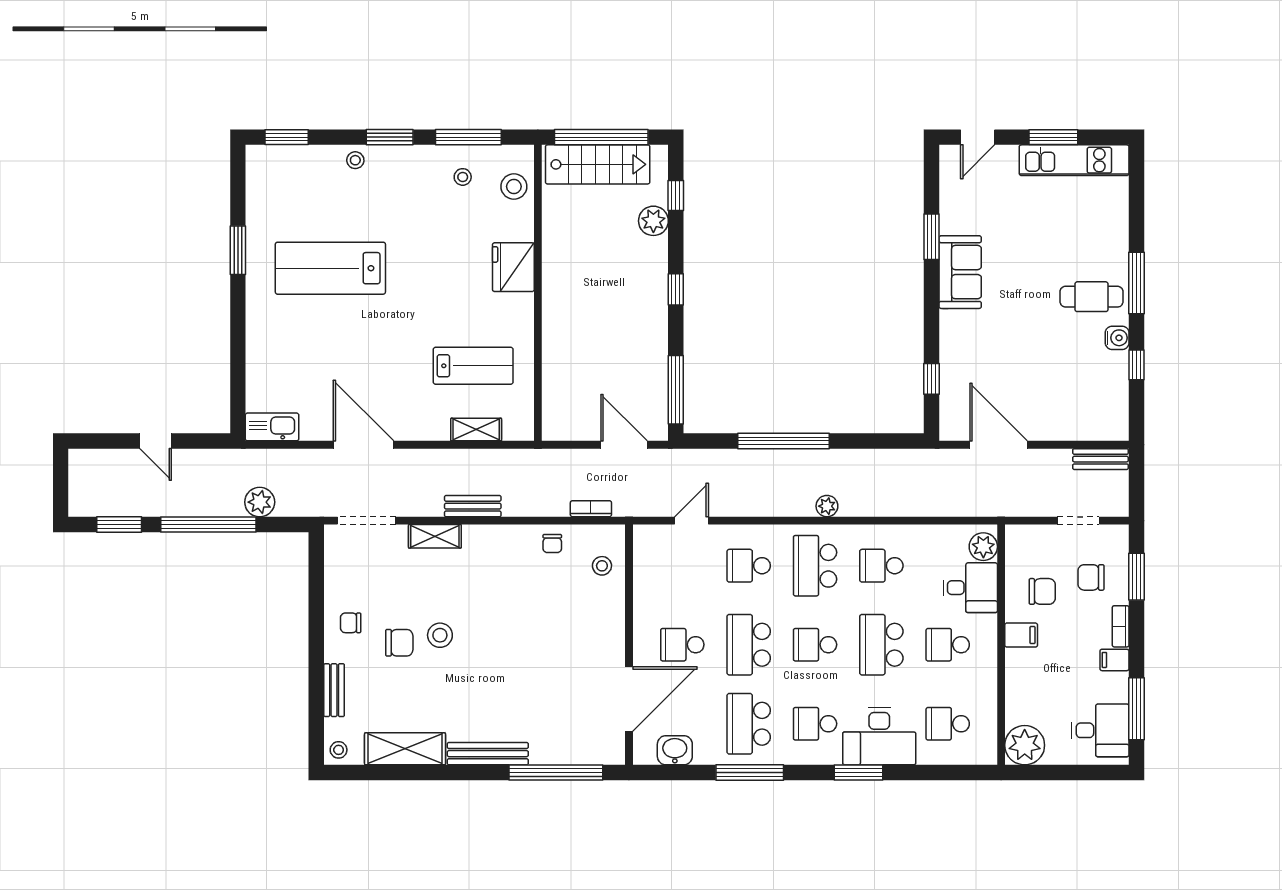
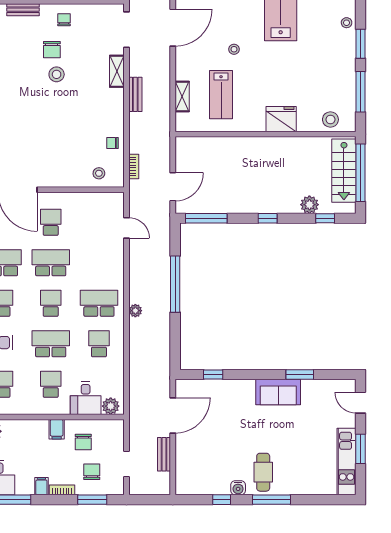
stool: (463, 177) -> (234, 49), moved
bench: (1101, 459) -> (164, 454), moved
school desk: (749, 566) -> (99, 263), removed

